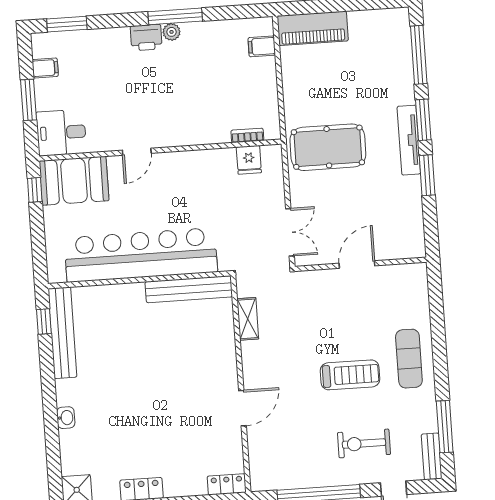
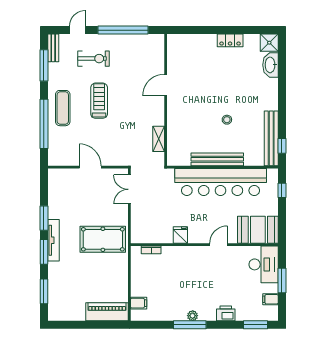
printer: (146, 37) -> (226, 313), moved
window: (419, 55) -> (44, 291), width x0.69
desk: (61, 133) -> (264, 264), width x1.37
fridge: (249, 160) -> (180, 235), moved
window: (35, 190) -> (282, 190), moved
door: (357, 265) -> (90, 167), swing flipped
bench: (189, 289) -> (217, 159), moved
window: (438, 330) -> (44, 124), added
stool: (138, 358) -> (227, 120), added
treadmill: (350, 375) -> (99, 101), turned 90
washbasin: (66, 418) -> (270, 65), moved, width x1.91, depth x1.45
locker: (227, 484) -> (178, 40), removed

